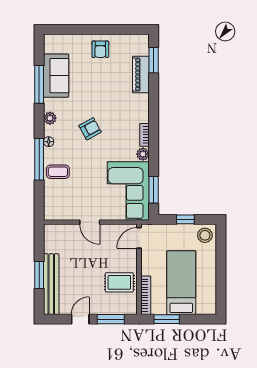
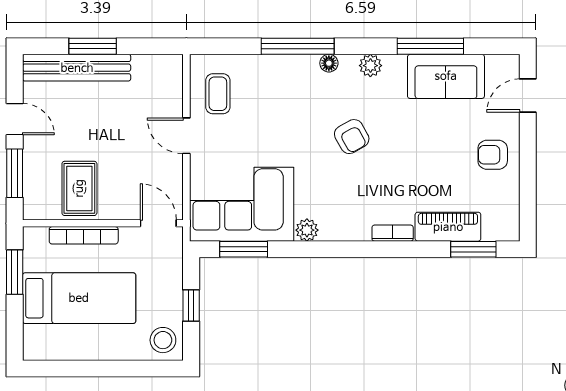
door: (67, 29) -> (528, 96), added
bookcase: (145, 135) -> (393, 233), moved
coffee table: (58, 172) -> (218, 94), moved
door: (90, 222) -> (186, 136), hinge flipped
bookcase: (146, 295) -> (84, 235), moved

